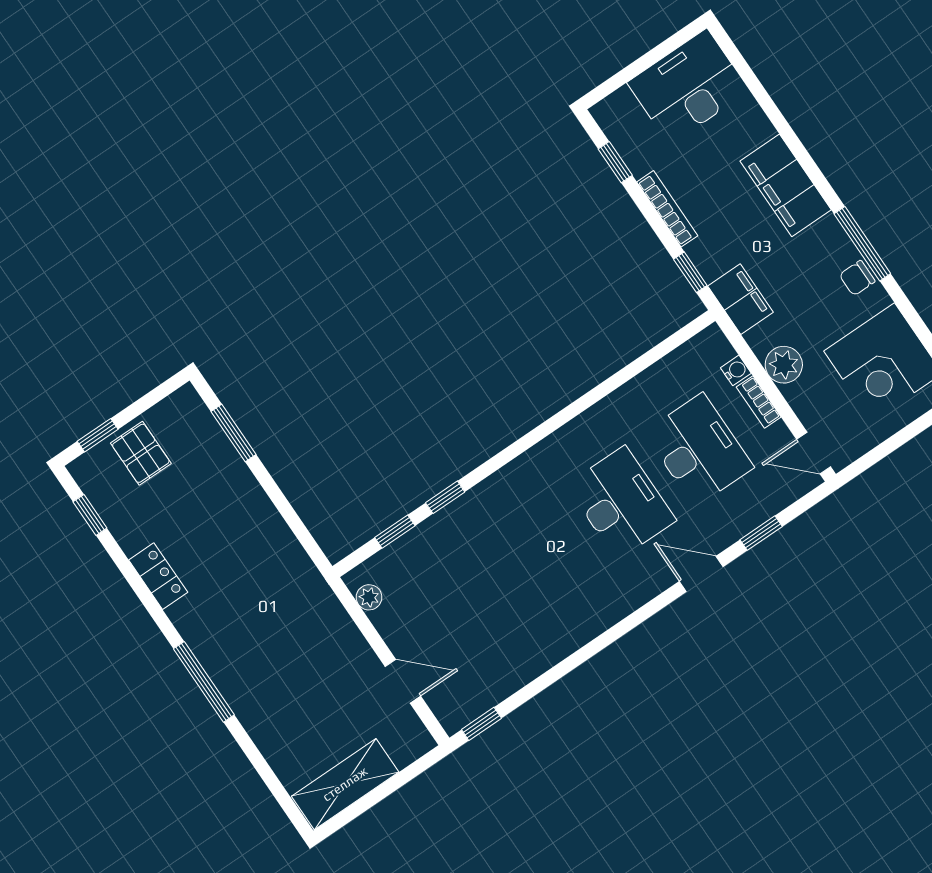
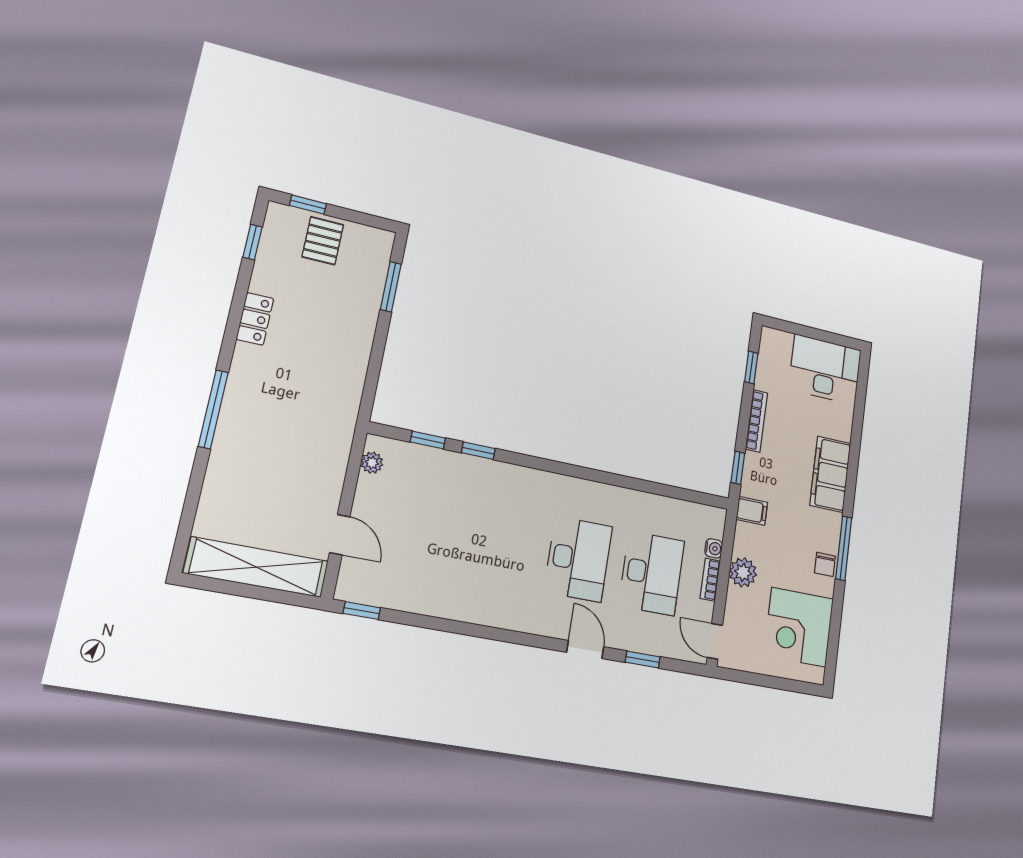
chair: (857, 278) -> (825, 564), turned -90
filing cabinet: (740, 299) -> (752, 511), width x0.50
shelving: (345, 784) -> (257, 567), width x1.47

